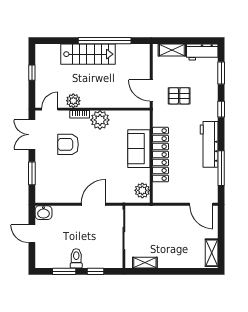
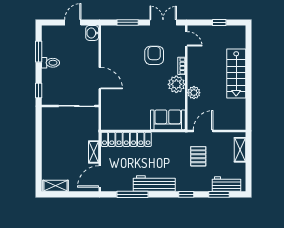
window: (105, 41) -> (248, 89), removed
workbench: (202, 52) -> (227, 184), moved, turned 90
plant: (73, 101) -> (194, 93), moved
sofa: (139, 149) -> (168, 120), moved
locker: (160, 155) -> (126, 139), moved
plant: (142, 190) -> (112, 123), removed
shelving: (145, 263) -> (94, 152), moved
window: (96, 271) -> (39, 90), moved

